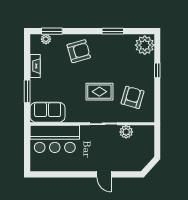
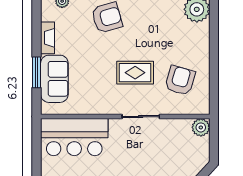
window: (157, 70) -> (214, 44), removed
sofa: (48, 112) -> (54, 79), moved, turned 90
plant: (126, 132) -> (201, 127), moved

